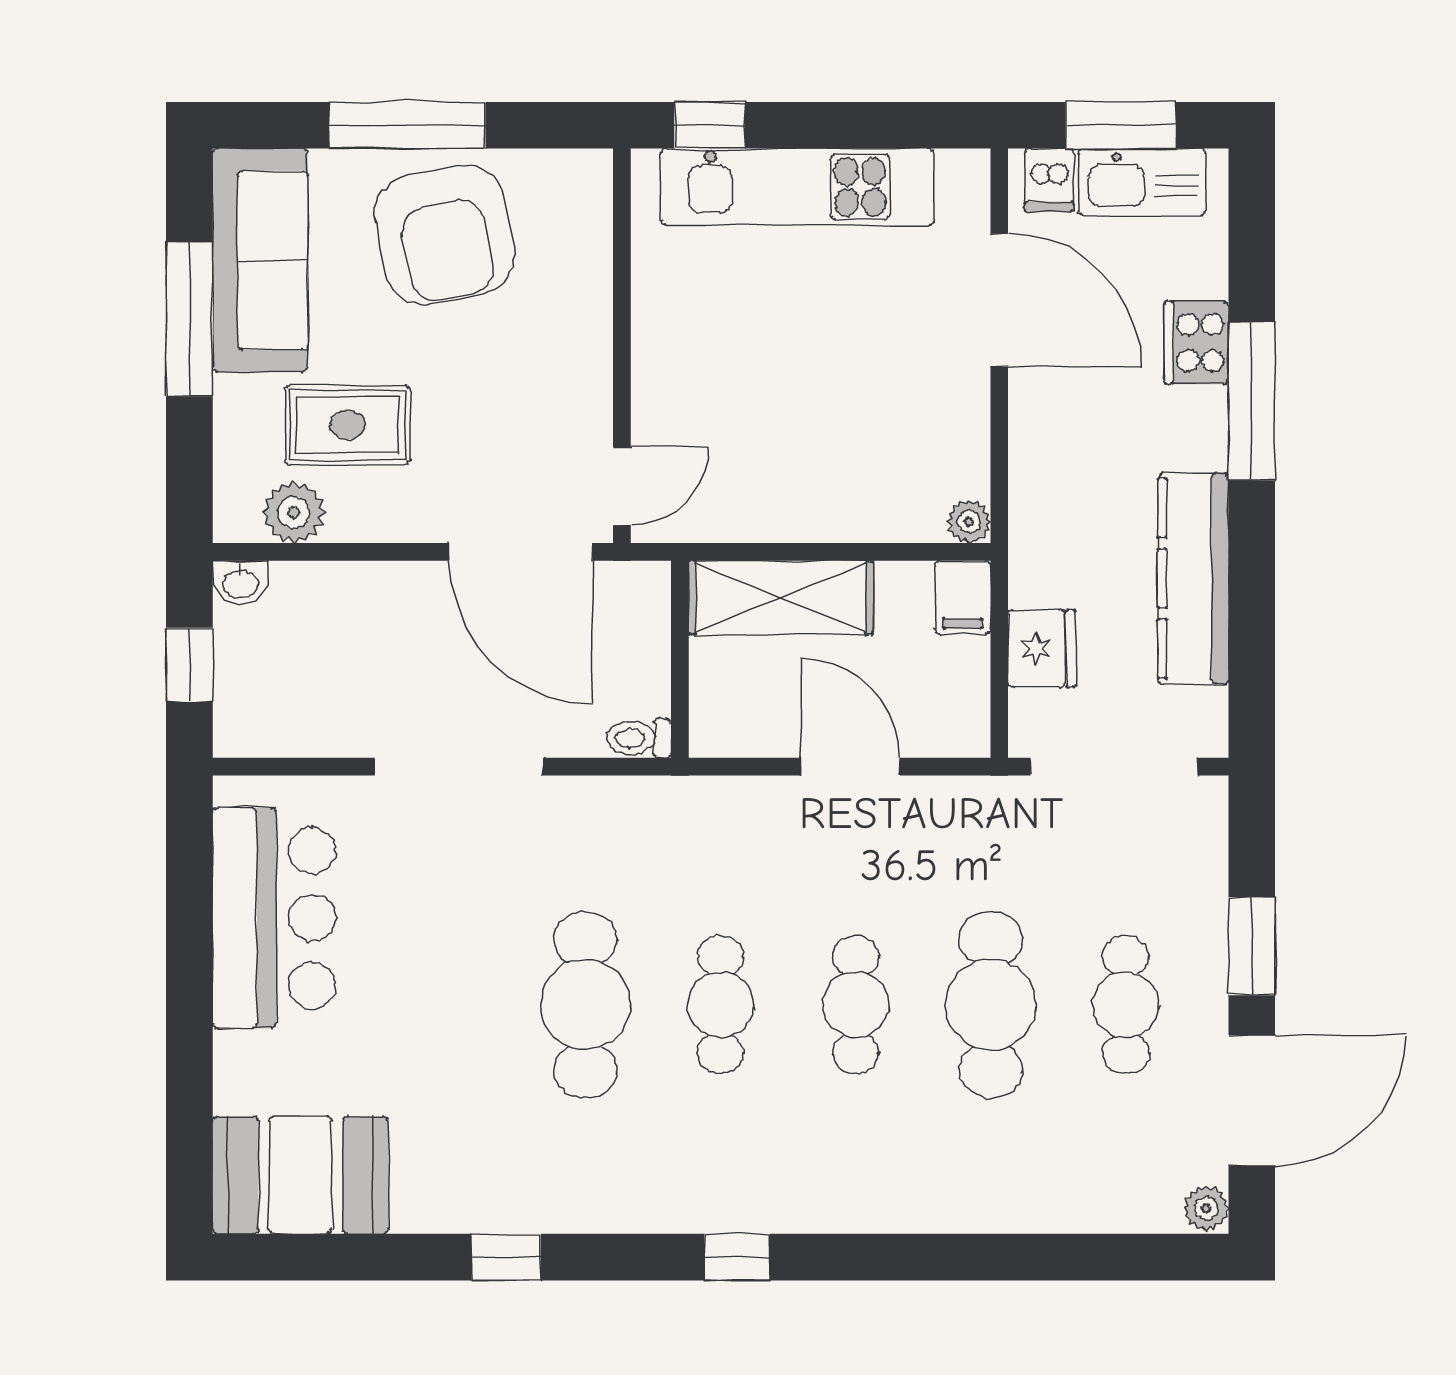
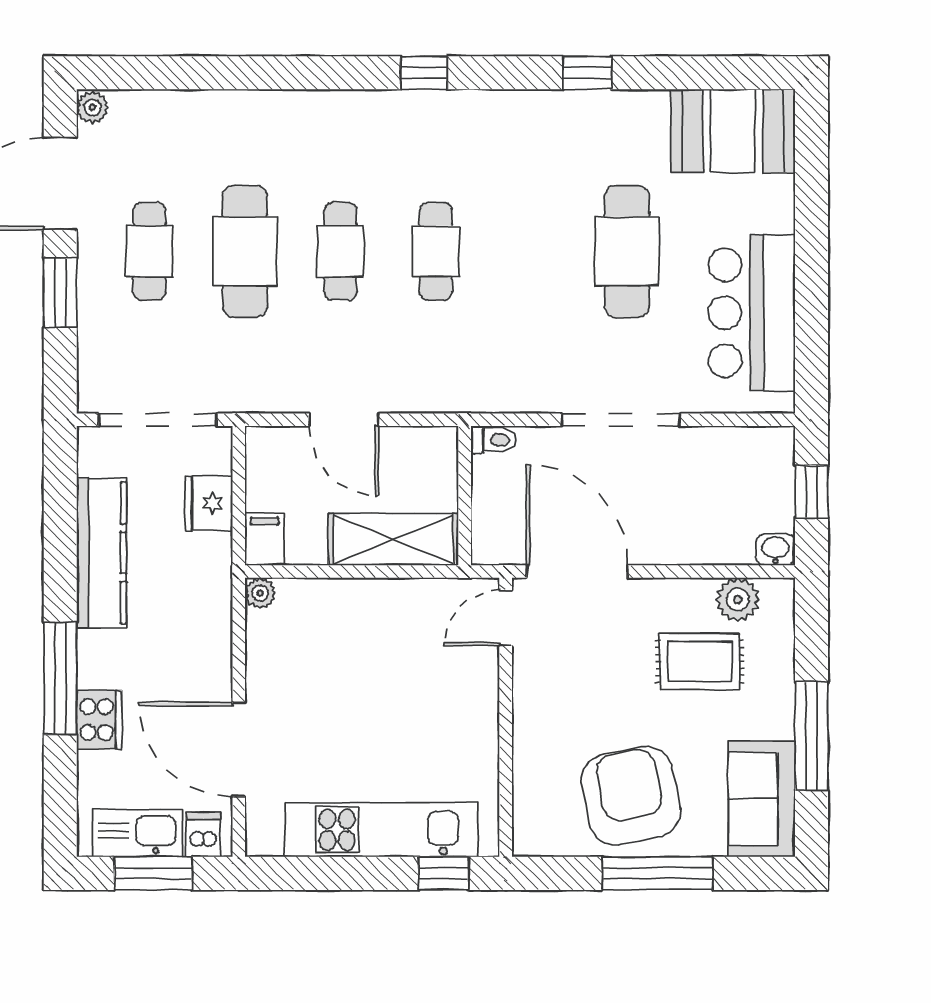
sofa: (260, 260) -> (761, 799), width x0.73
cafe table: (586, 1005) -> (627, 251), moved

